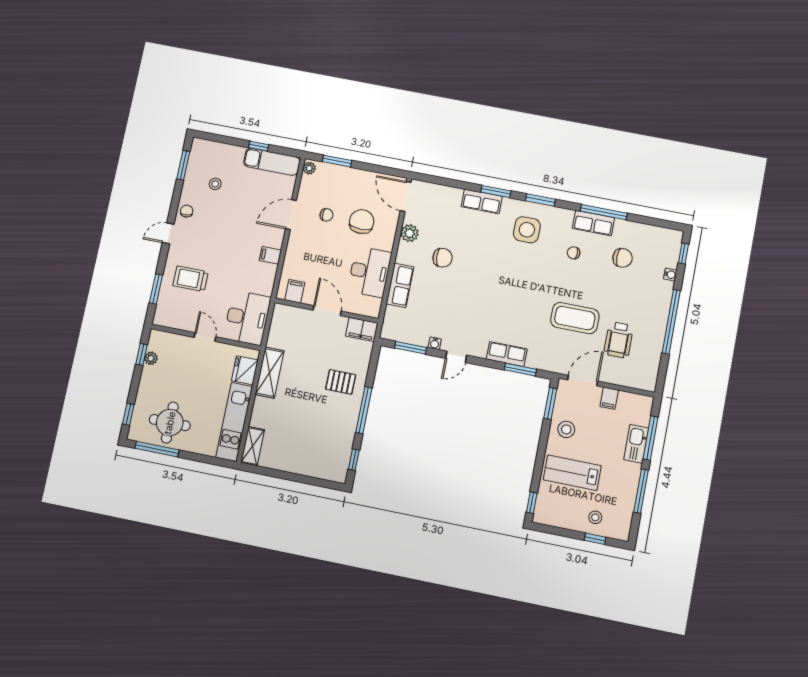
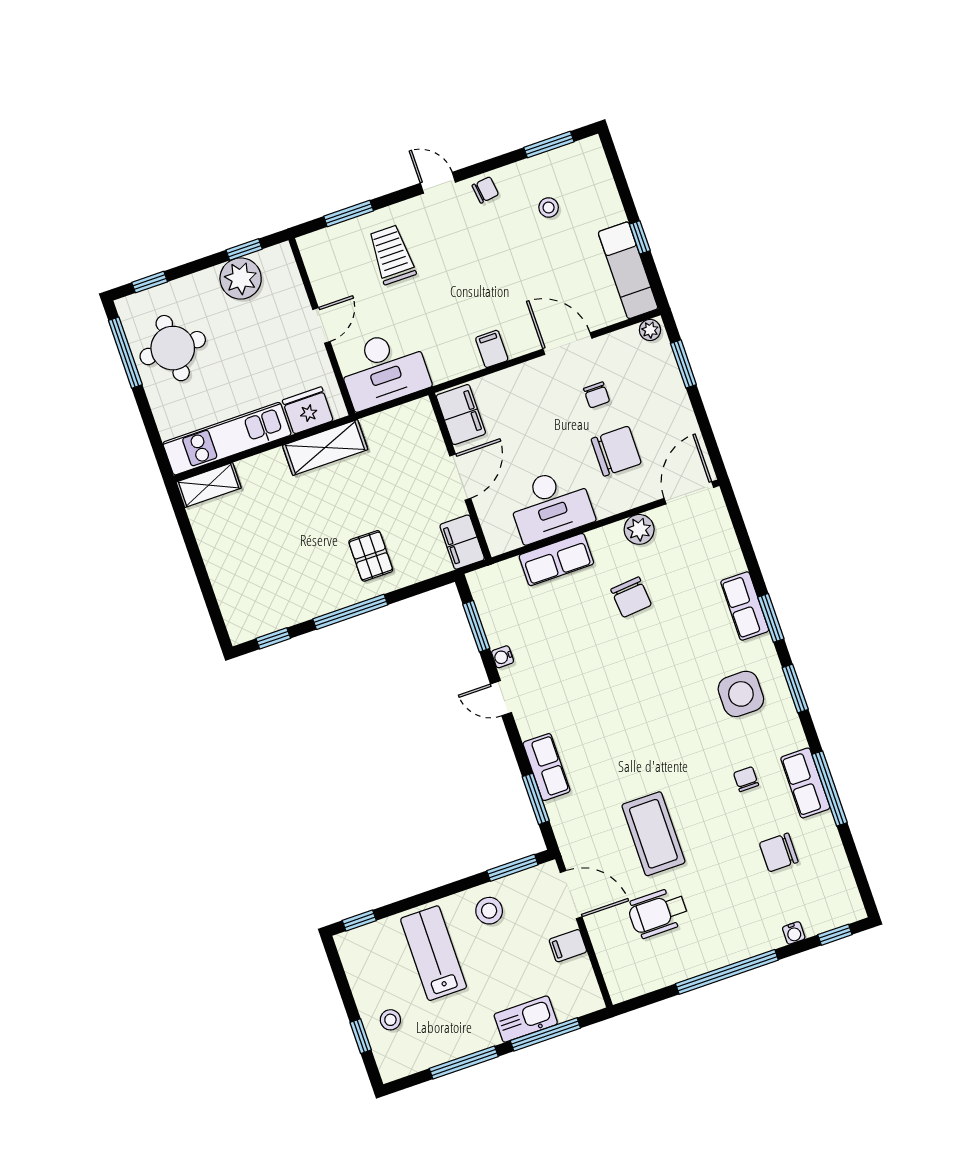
chair: (623, 258) -> (779, 852), turned 90
filing cabinet: (295, 291) -> (461, 415), width x2.00
plant: (151, 358) -> (241, 279), width x1.88, depth x1.88

